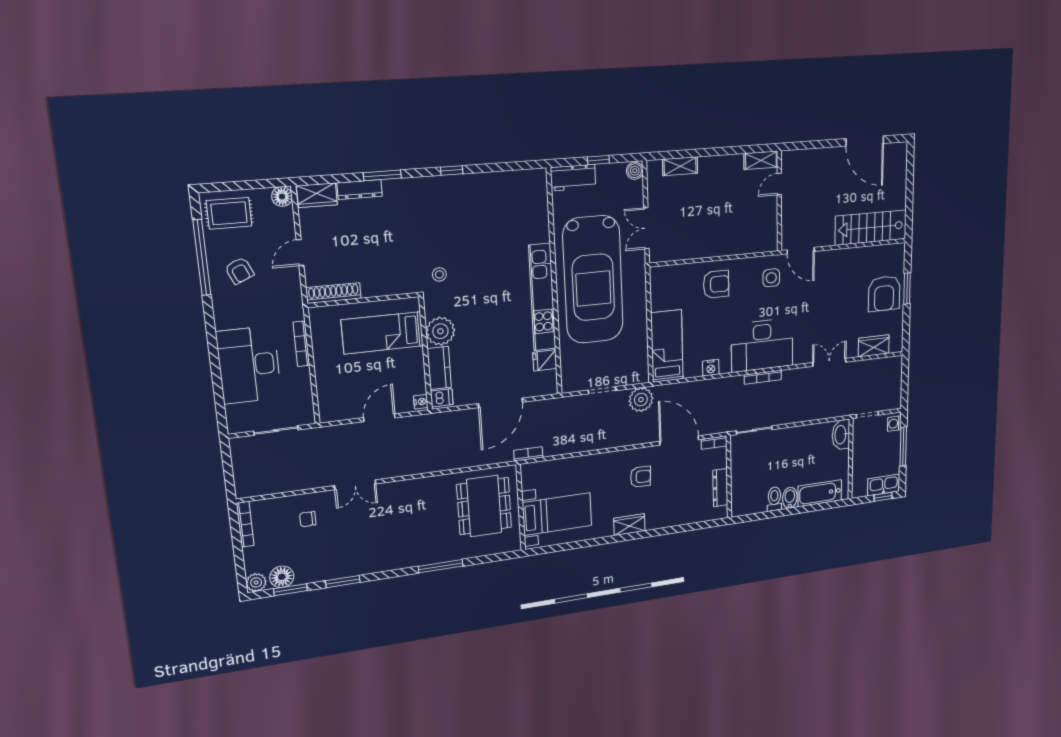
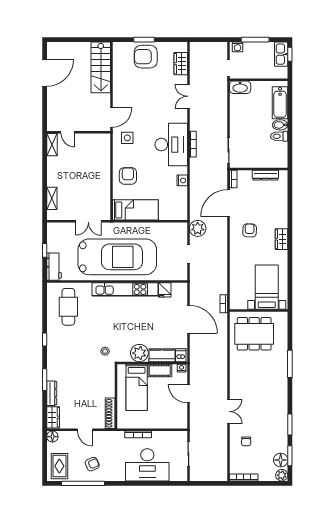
boiler: (635, 171) -> (53, 228), removed
cafe table: (509, 207) -> (68, 307), added
armchair: (884, 294) -> (146, 57), turned 180
bed: (667, 346) -> (135, 210), moved, turned 180
cot: (414, 367) -> (160, 370), added

